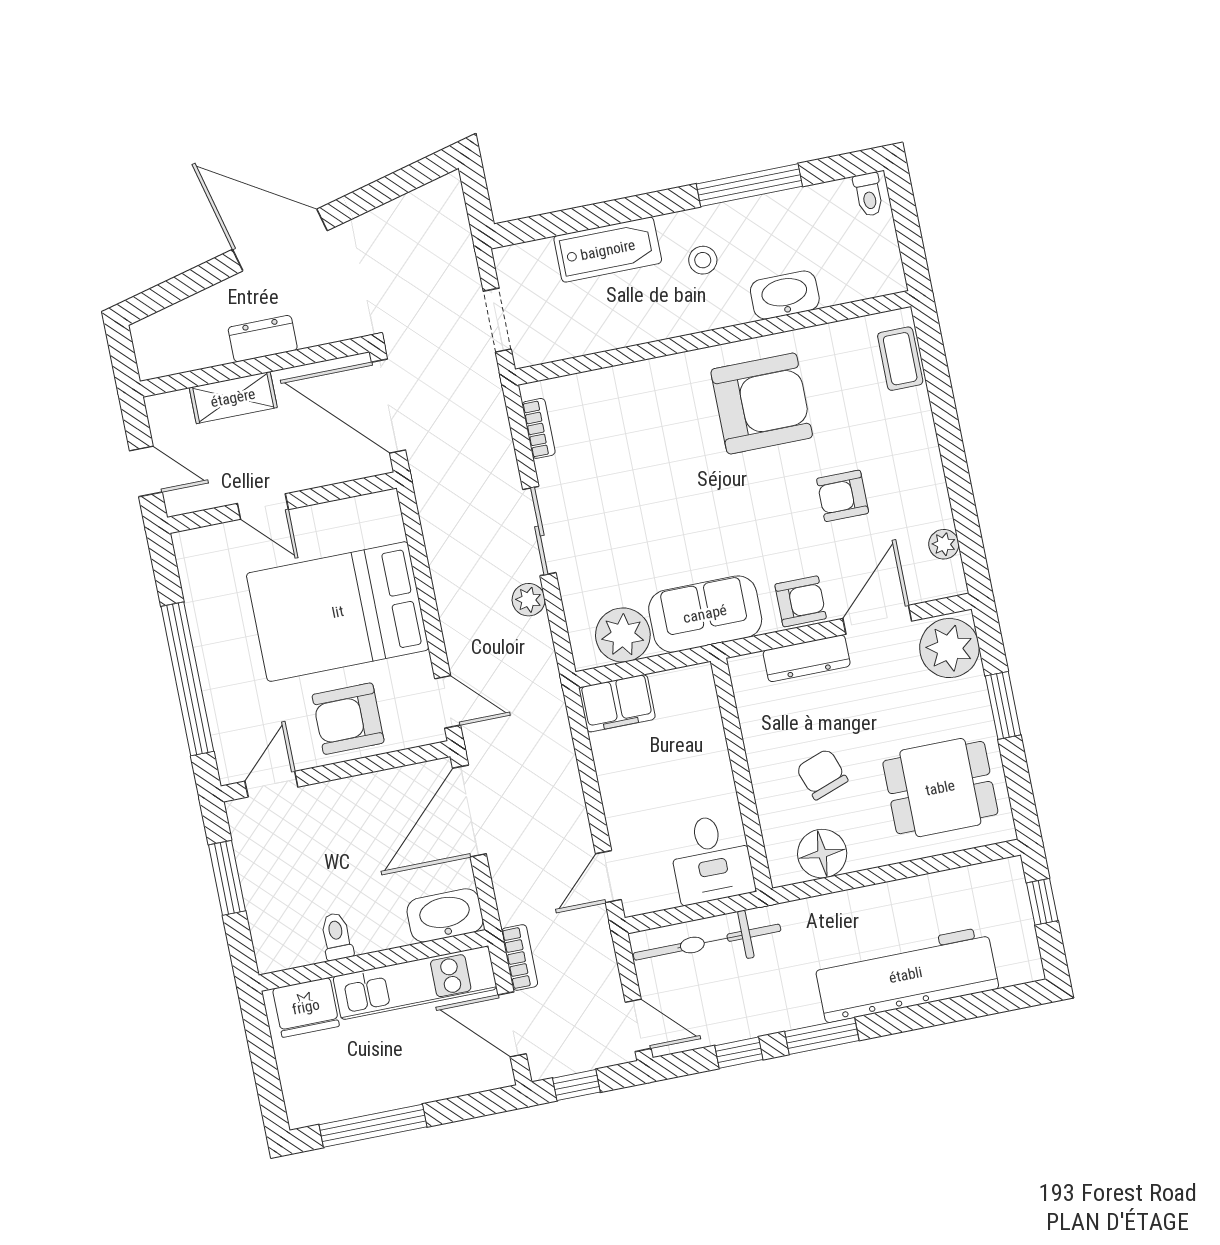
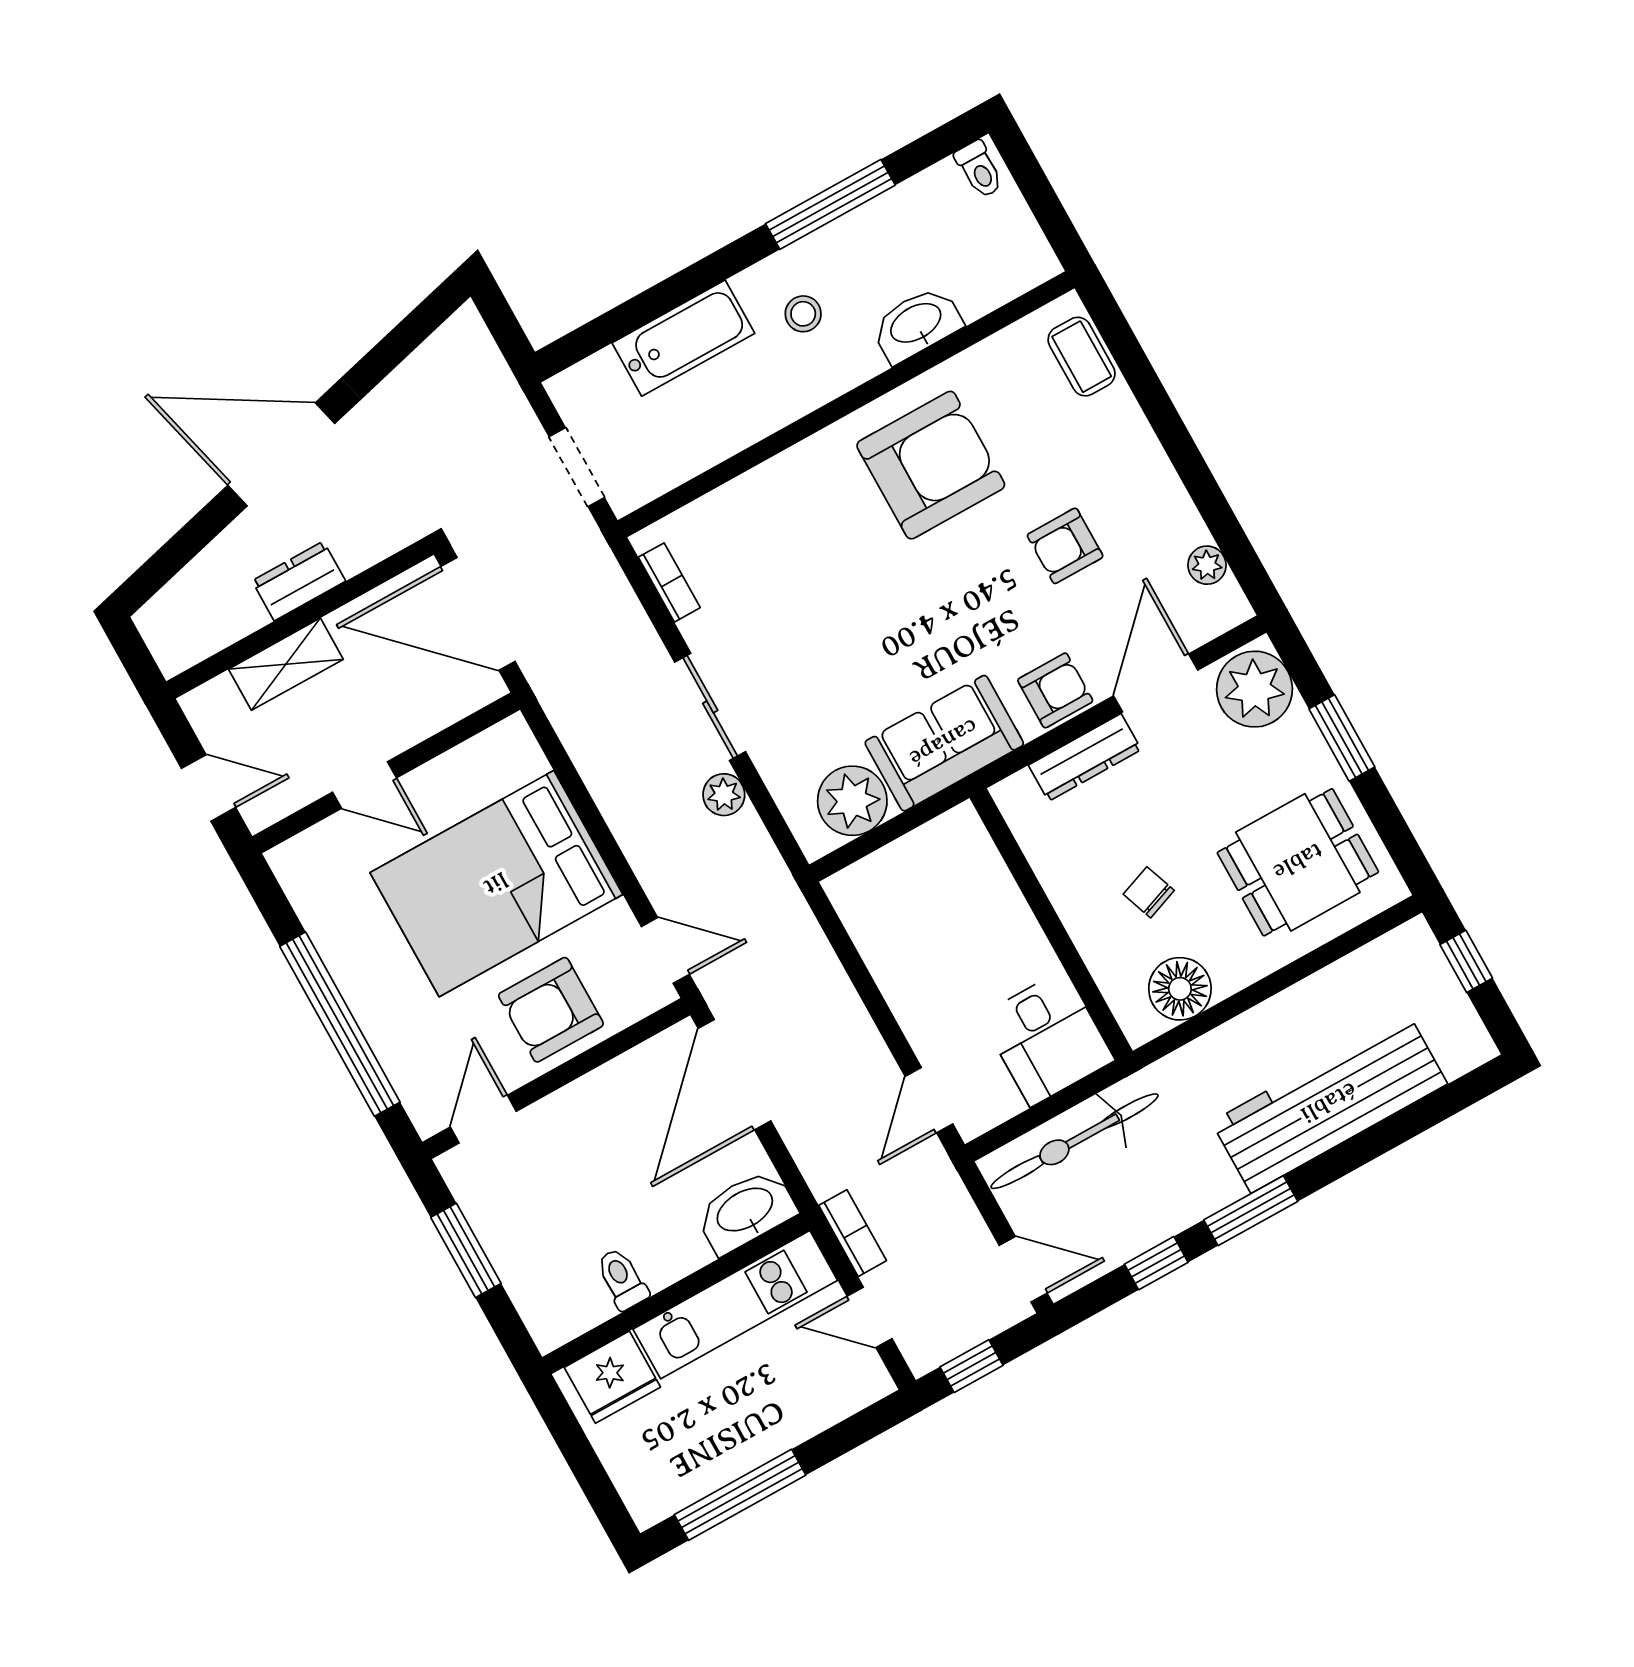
filing cabinet: (617, 703) -> (872, 886), removed
chair: (822, 774) -> (1149, 892), width x0.73, depth x0.73
door: (512, 1024) -> (870, 1317), width x0.73

